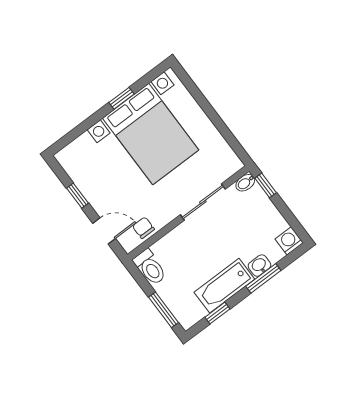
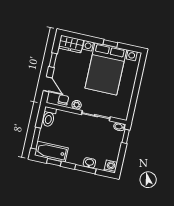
wardrobe: (76, 153) -> (71, 44), added
plant: (166, 216) -> (77, 105), added
bathtub: (224, 286) -> (51, 152), moved

